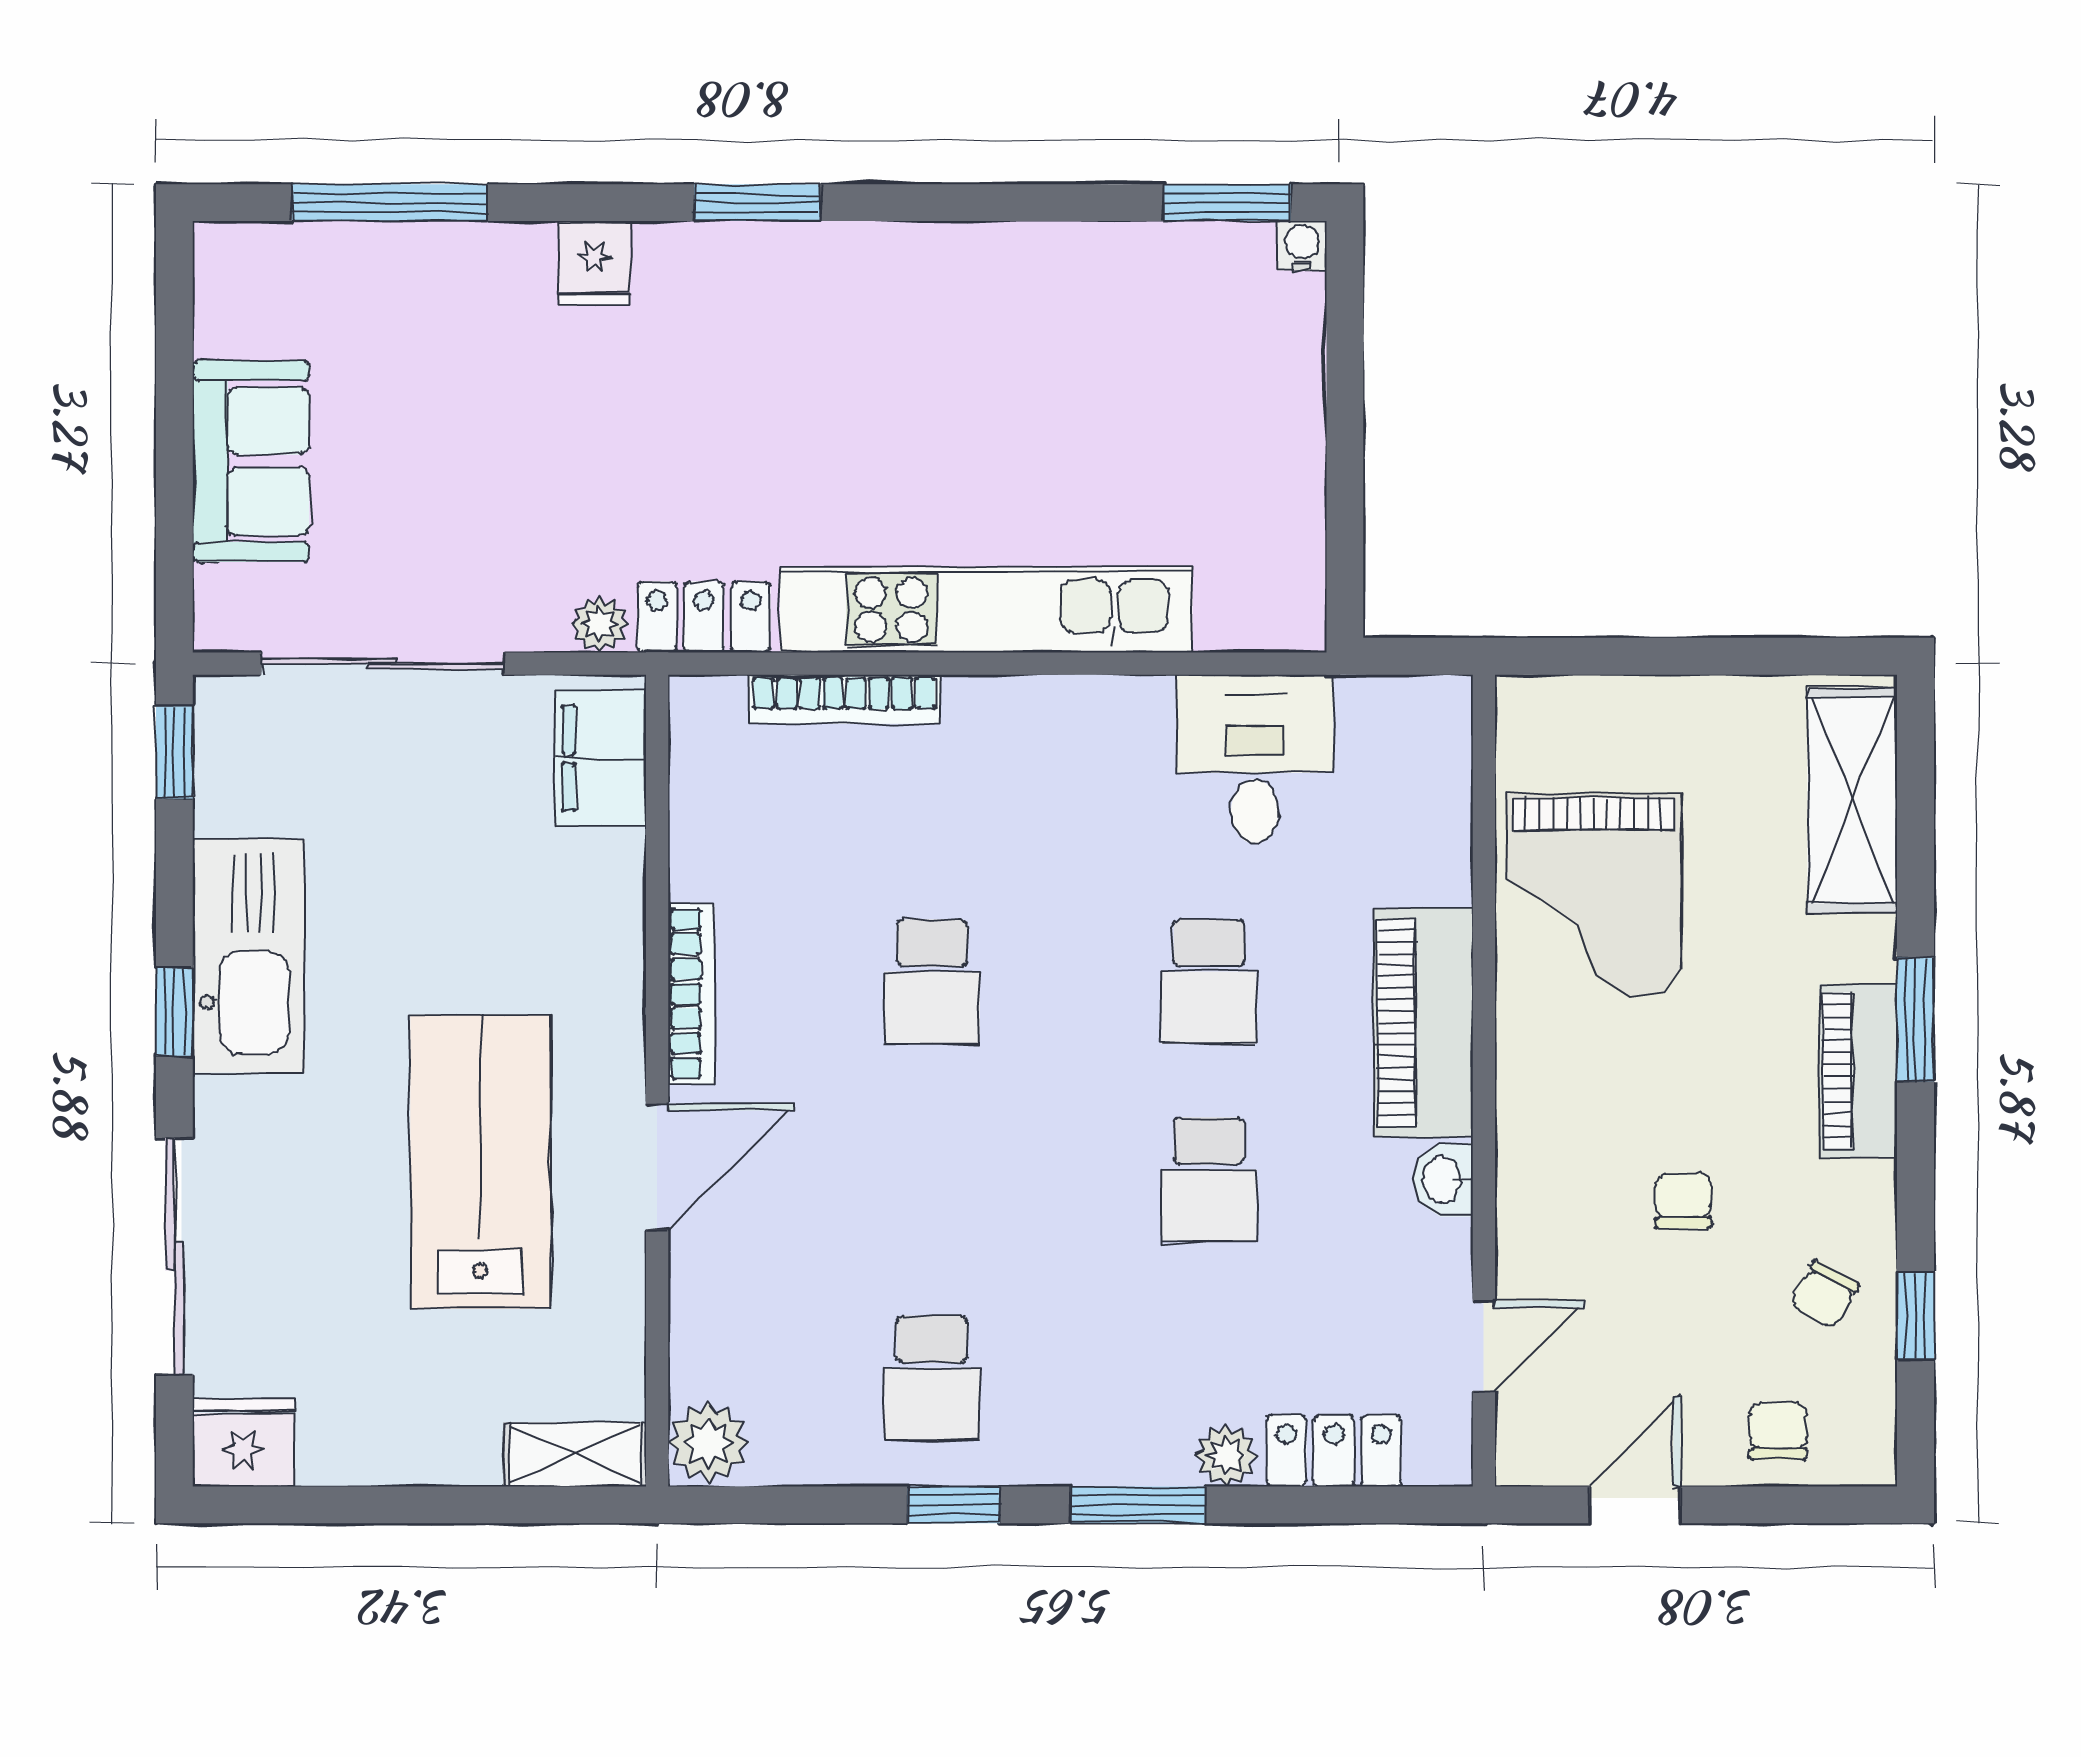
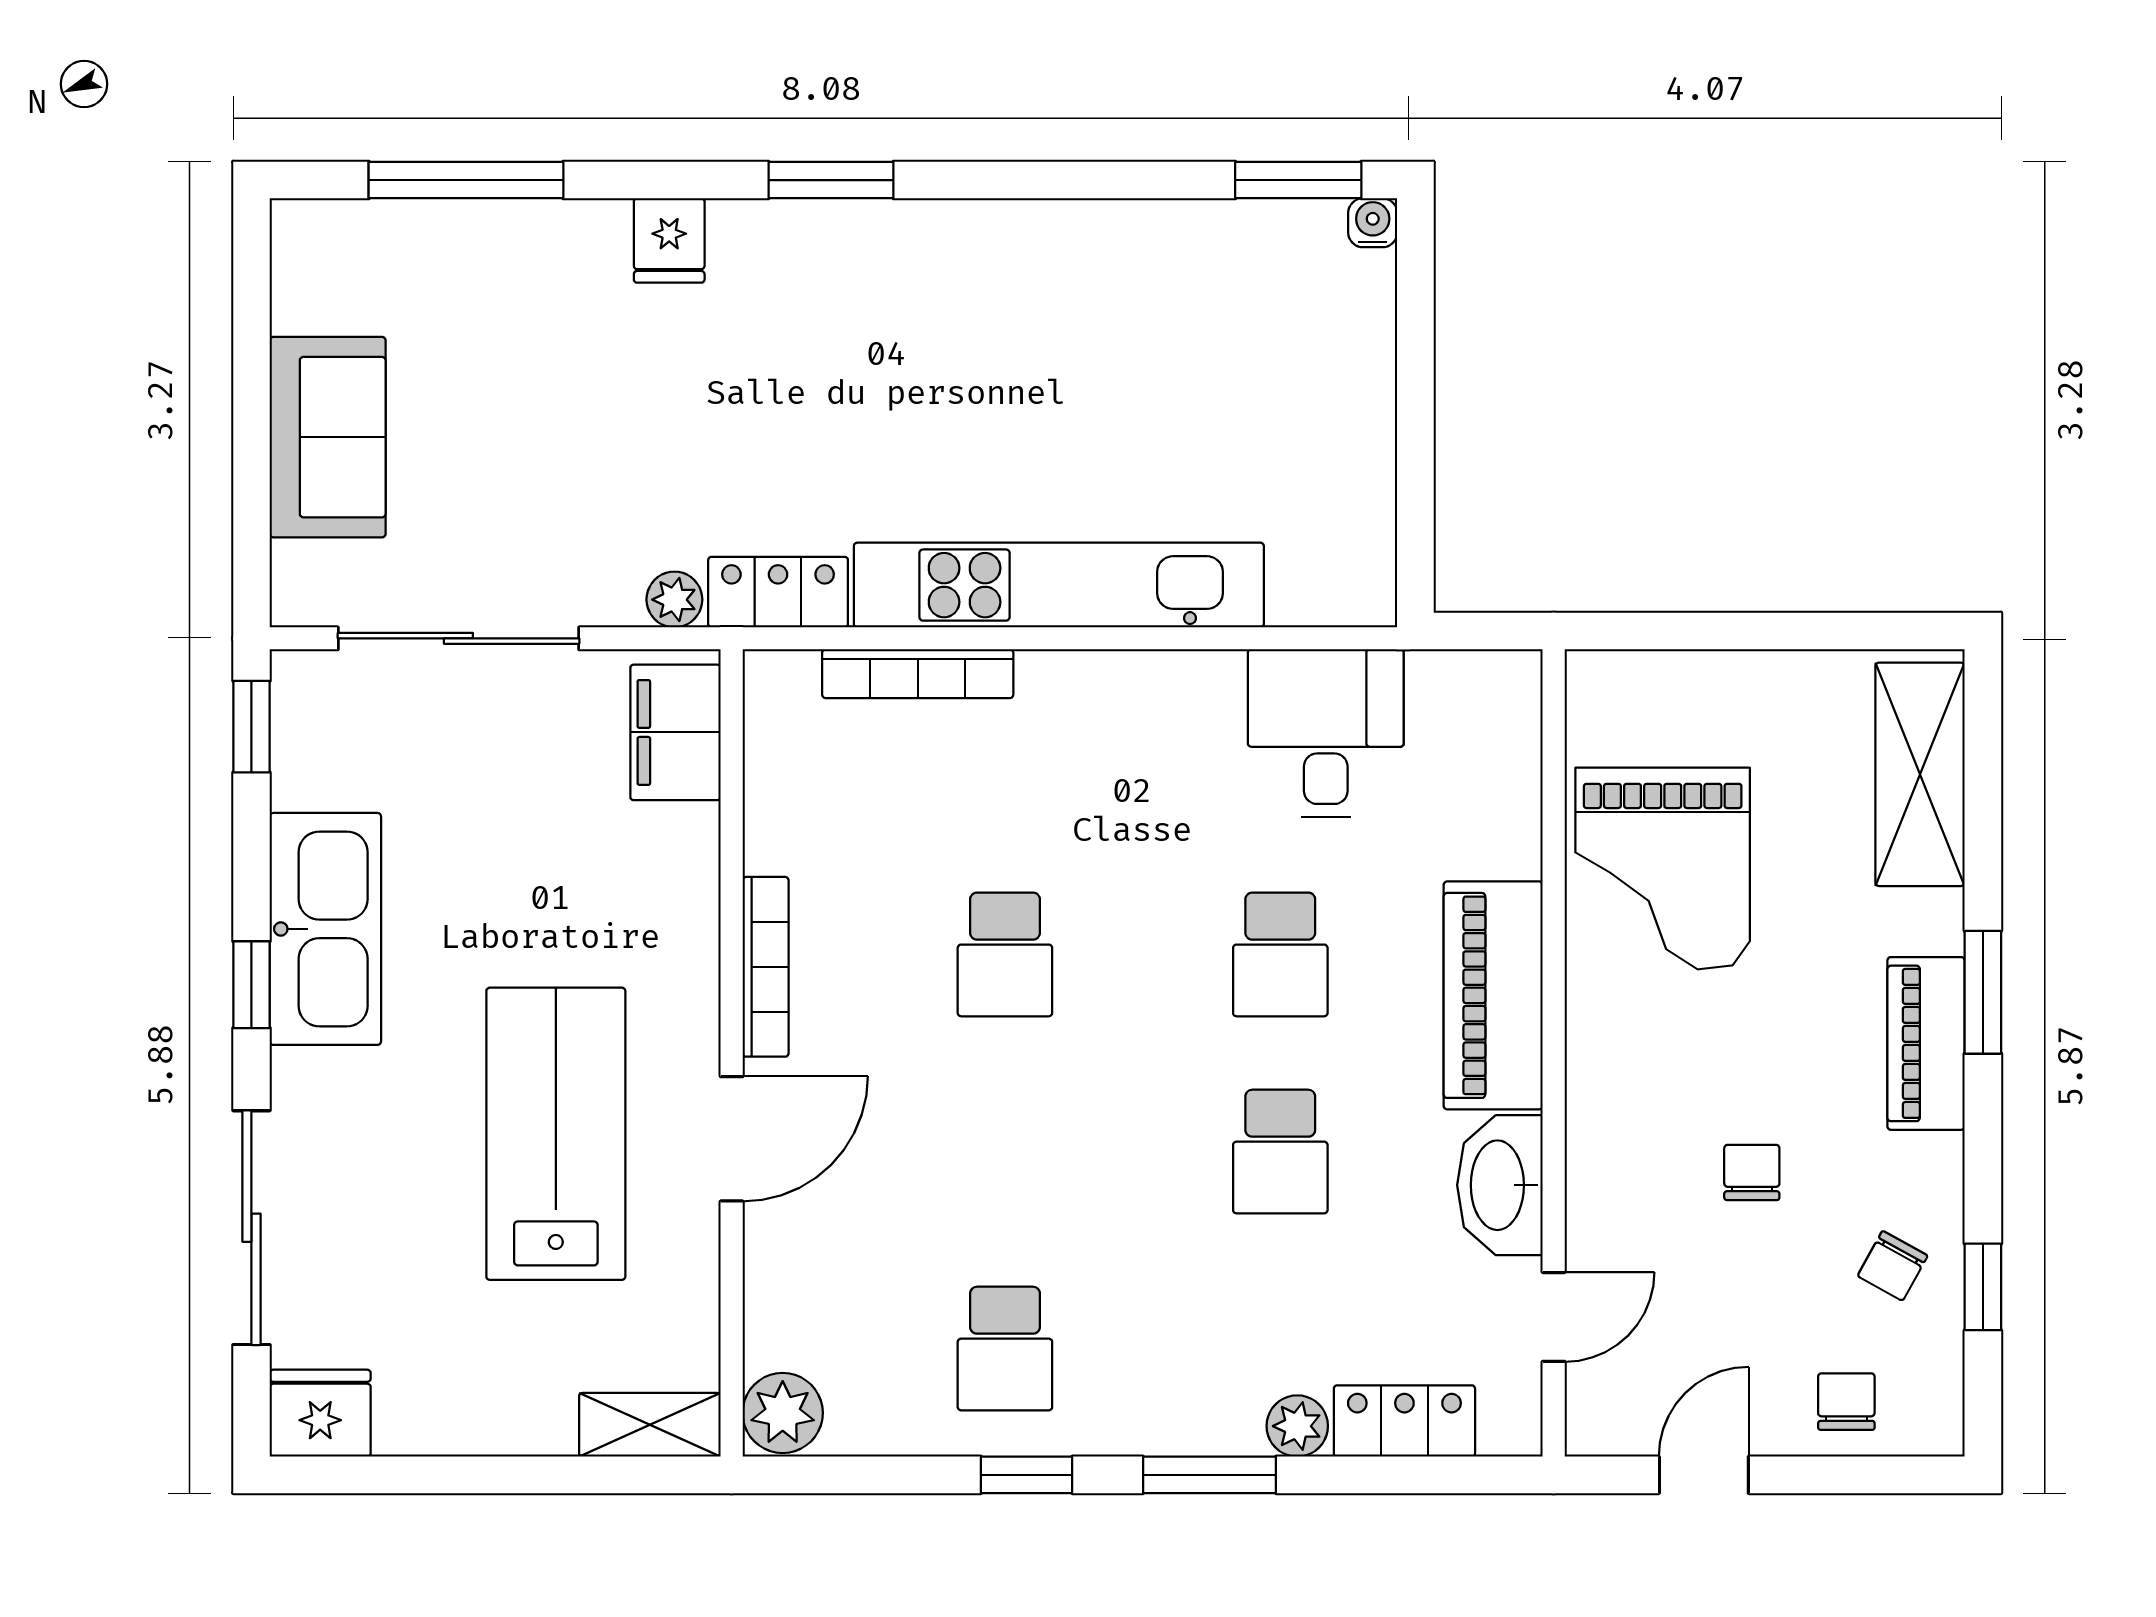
washbasin: (1443, 1180) -> (1500, 1185), width x1.91, depth x1.45

